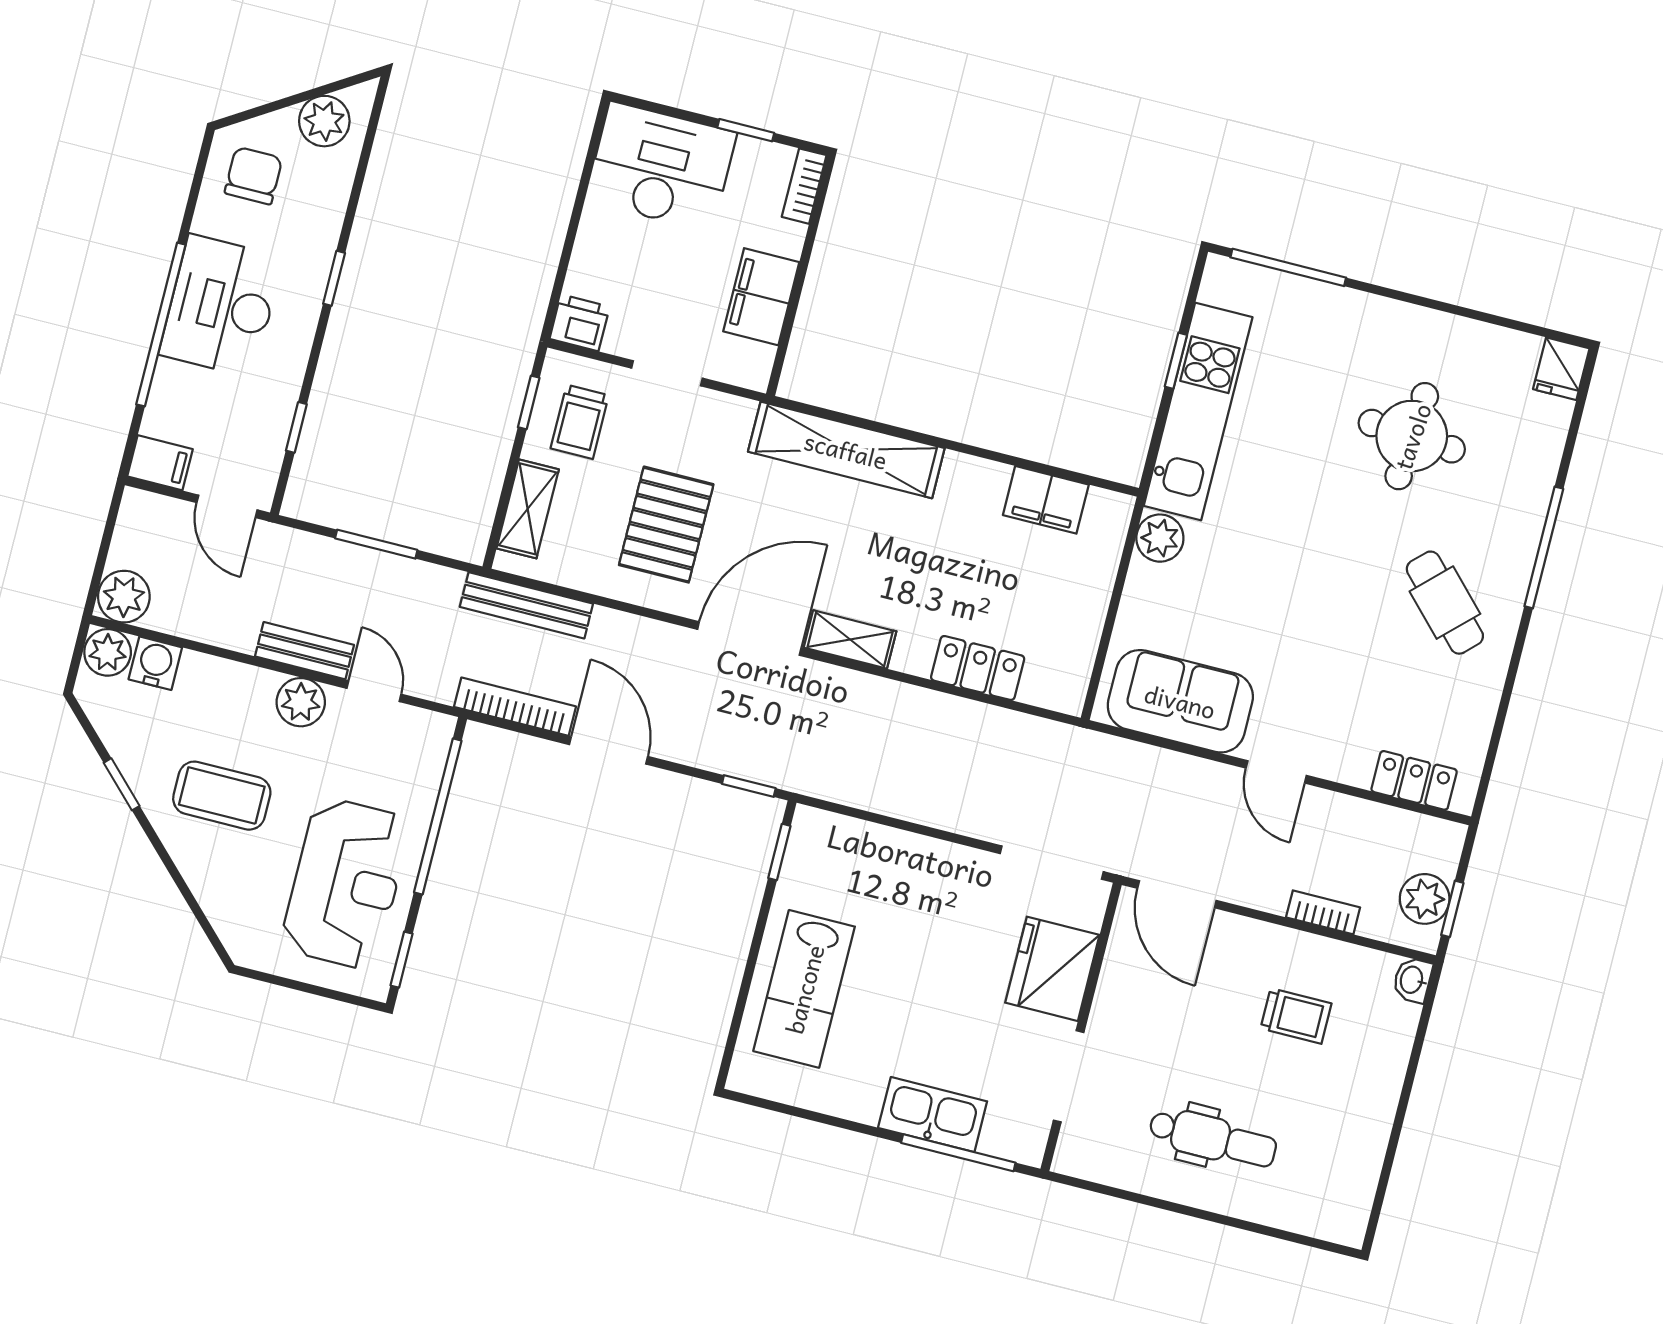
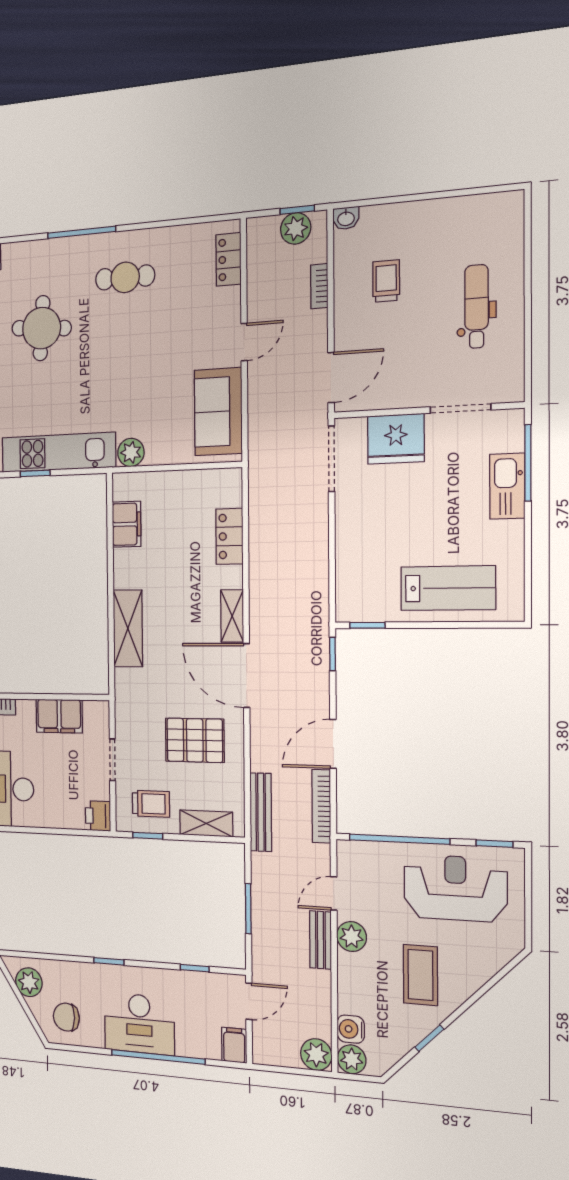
shelving: (846, 450) -> (128, 628), width x0.68
cafe table: (1445, 603) -> (125, 277), turned 44

